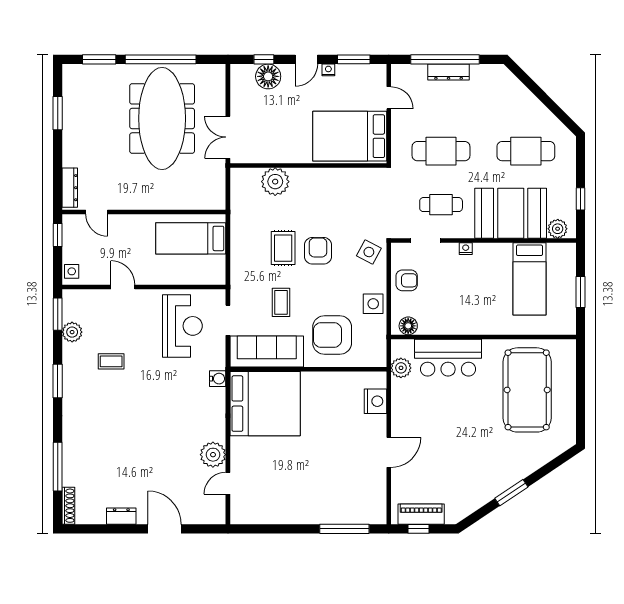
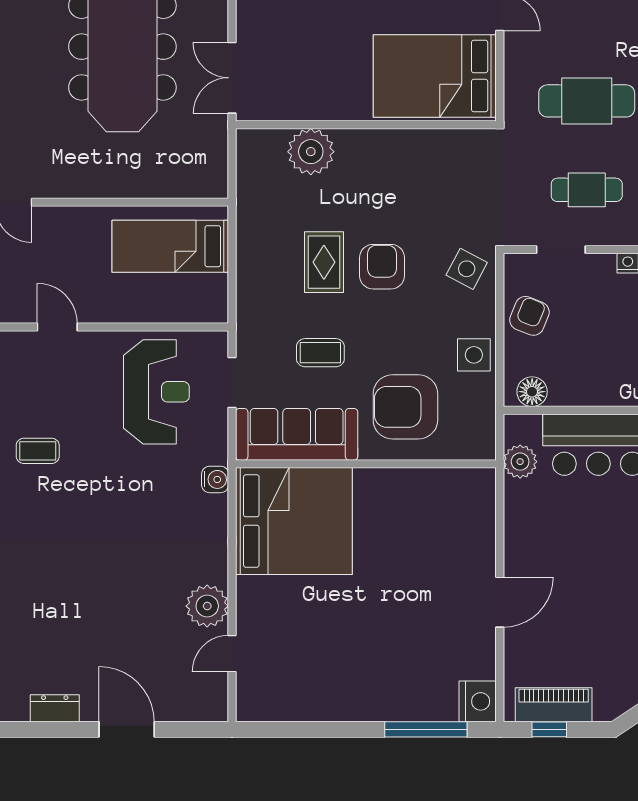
armchair: (407, 280) -> (529, 316), turned -68
coffee table: (281, 302) -> (320, 353), turned 90
nightstand: (376, 401) -> (478, 701), moved

